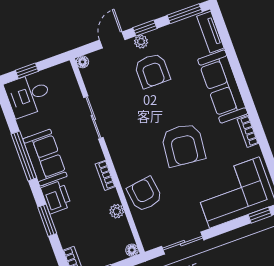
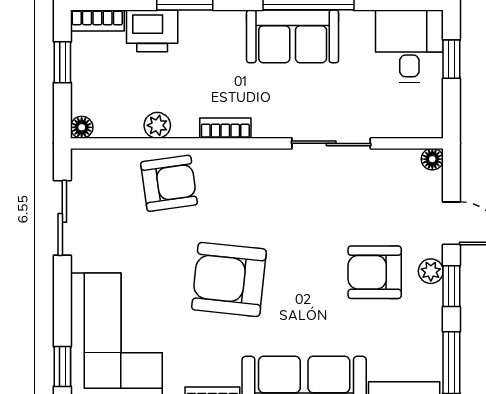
printer: (56, 197) -> (152, 31), moved

